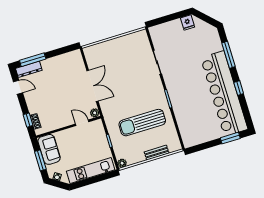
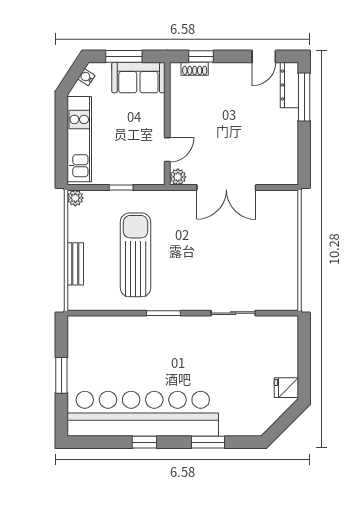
window: (229, 55) -> (208, 442), width x0.69
window: (230, 138) -> (61, 375), moved

